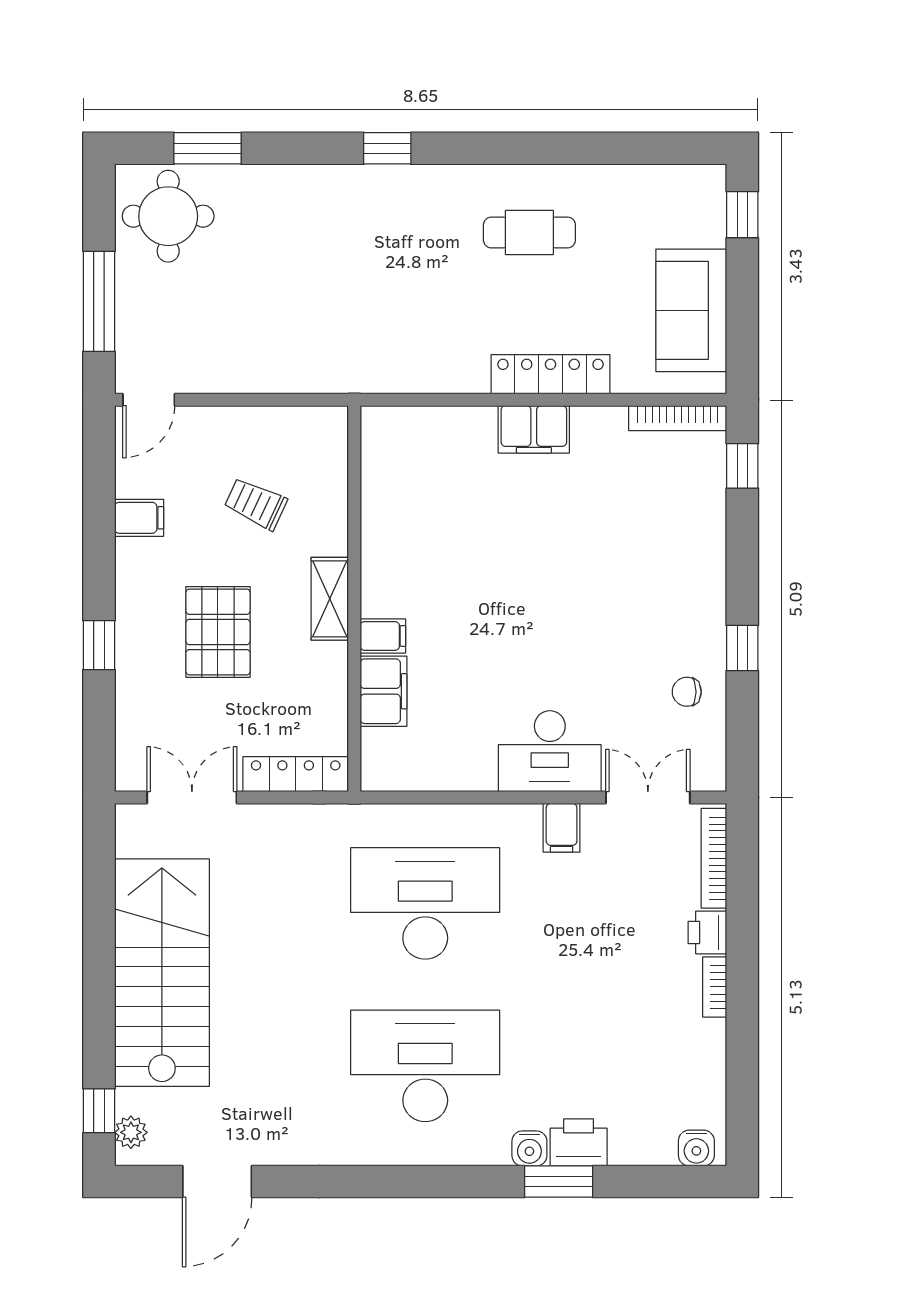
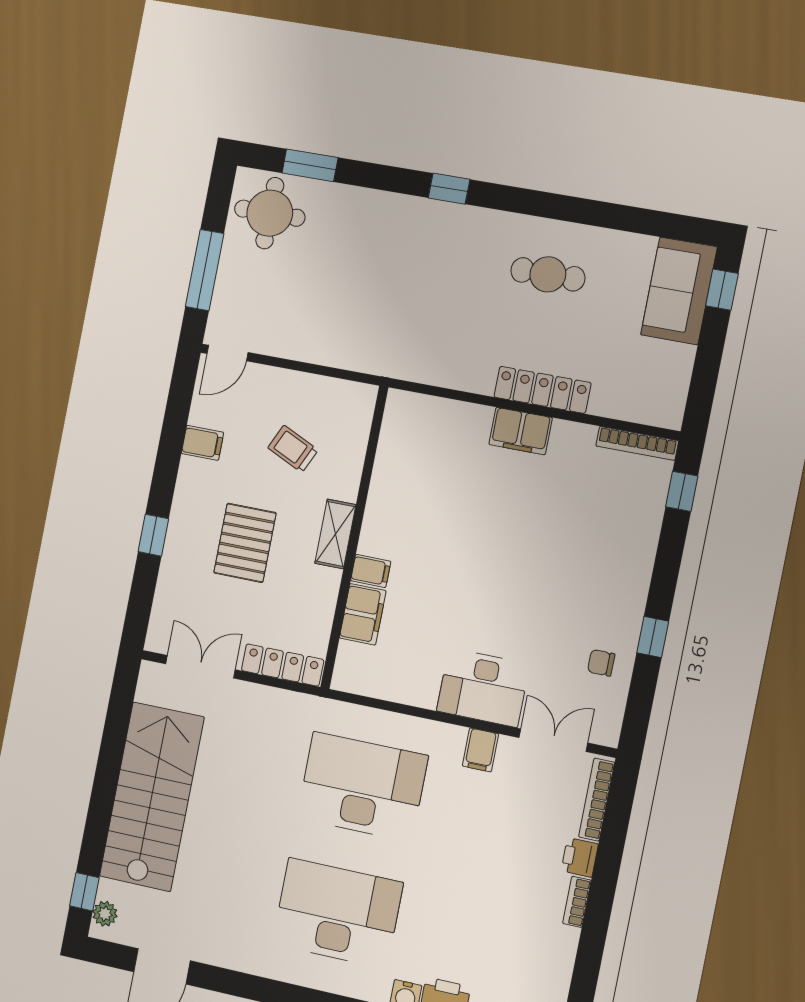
sofa: (691, 310) -> (679, 291), moved

